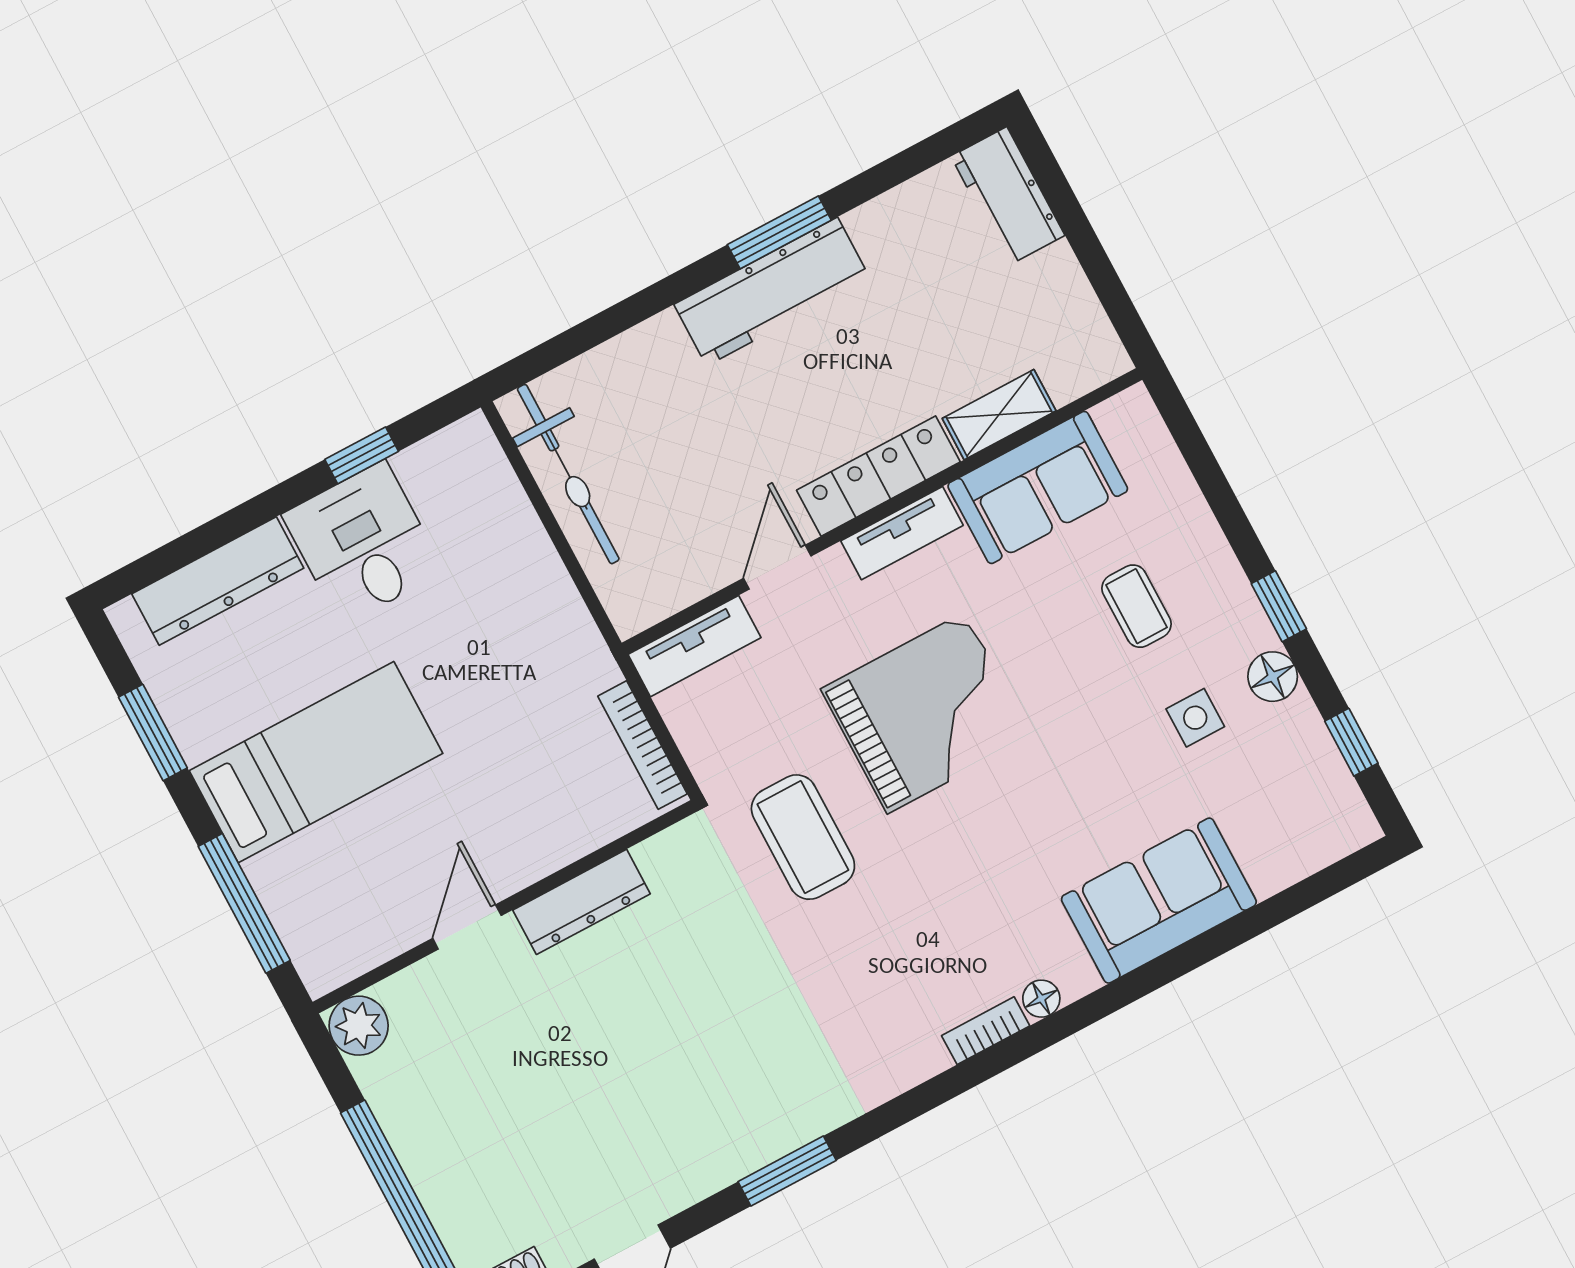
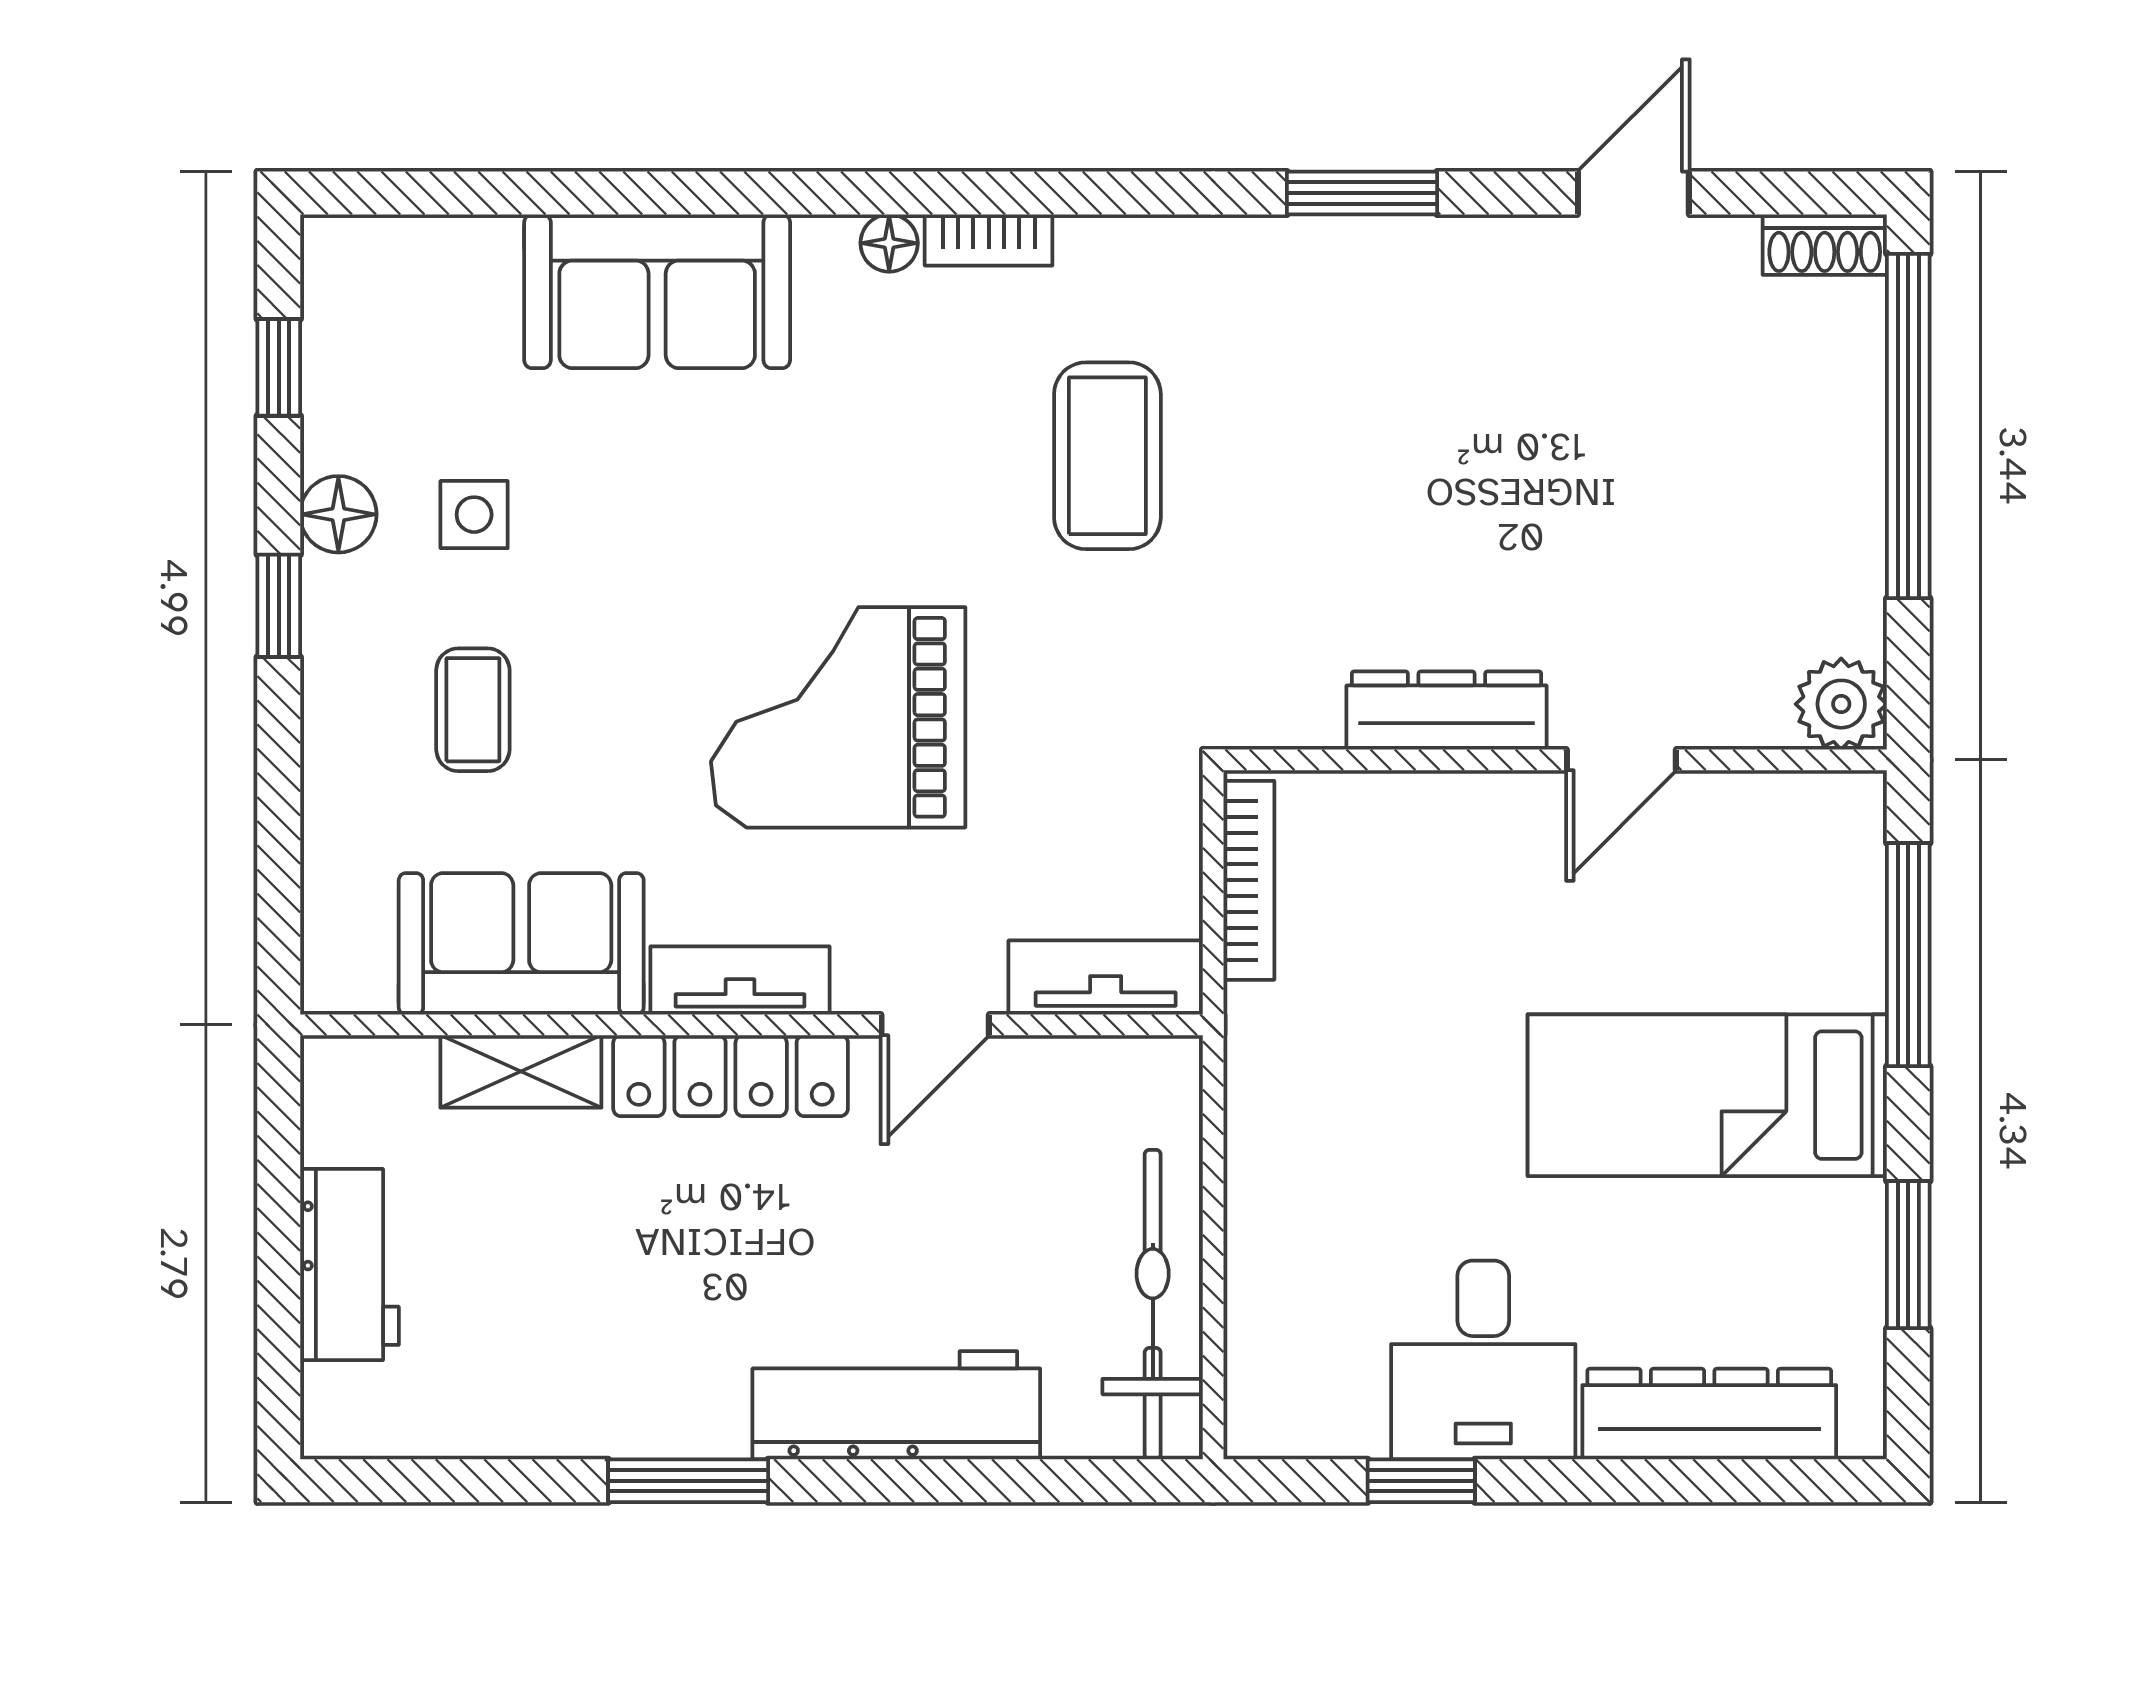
workbench: (1008, 196) -> (349, 1265), moved
workbench: (772, 292) -> (896, 1405), moved
coffee table: (803, 837) -> (1107, 456), moved

